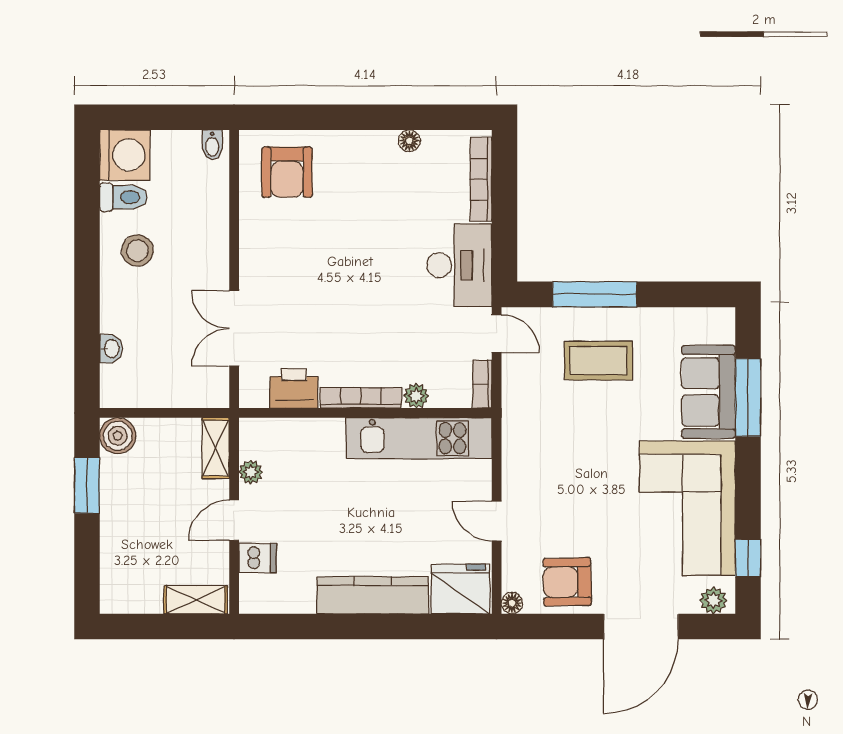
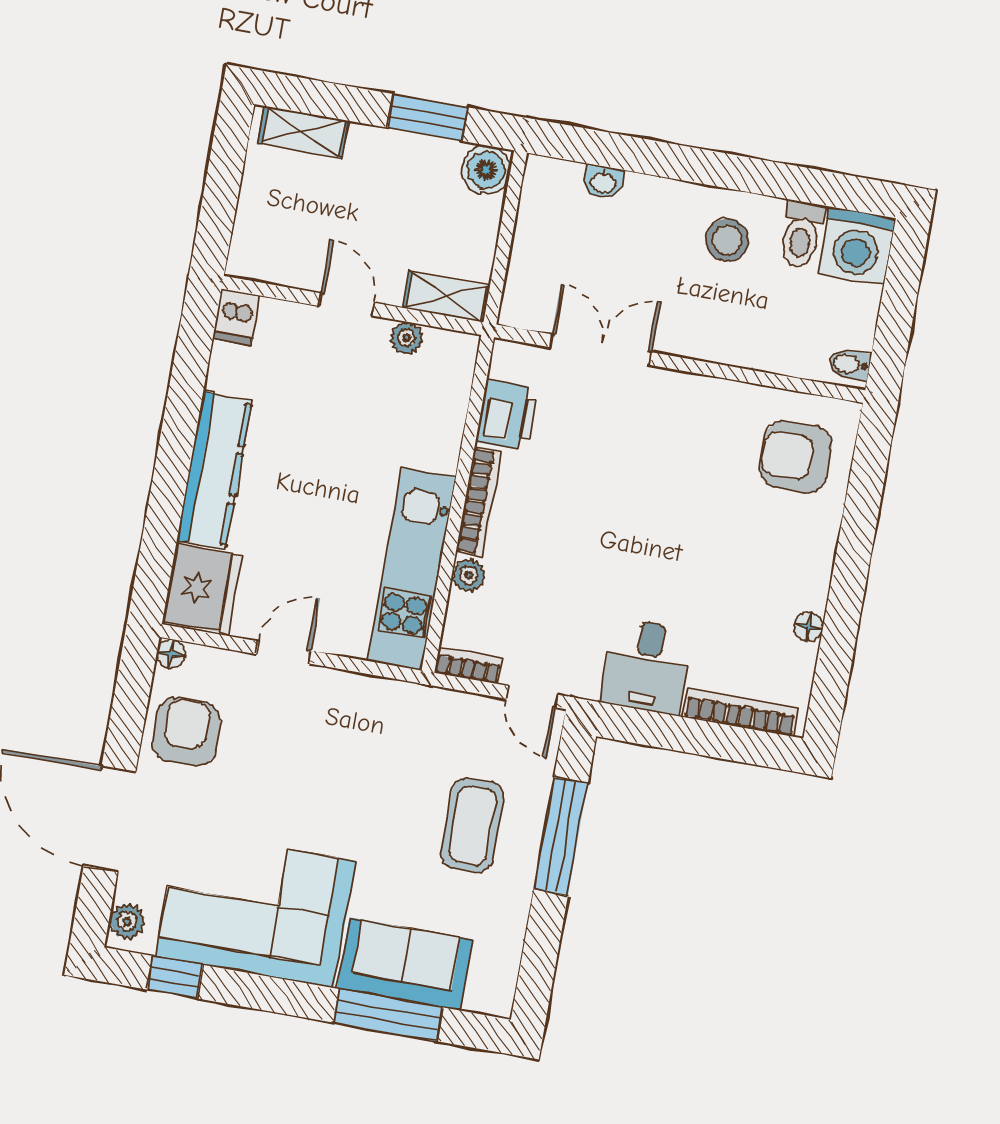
desk: (459, 265) -> (647, 666), width x0.73
door: (497, 334) -> (532, 697), hinge flipped
dishwasher: (258, 558) -> (236, 317), moved
shelving: (196, 600) -> (303, 132), moved, turned 90

